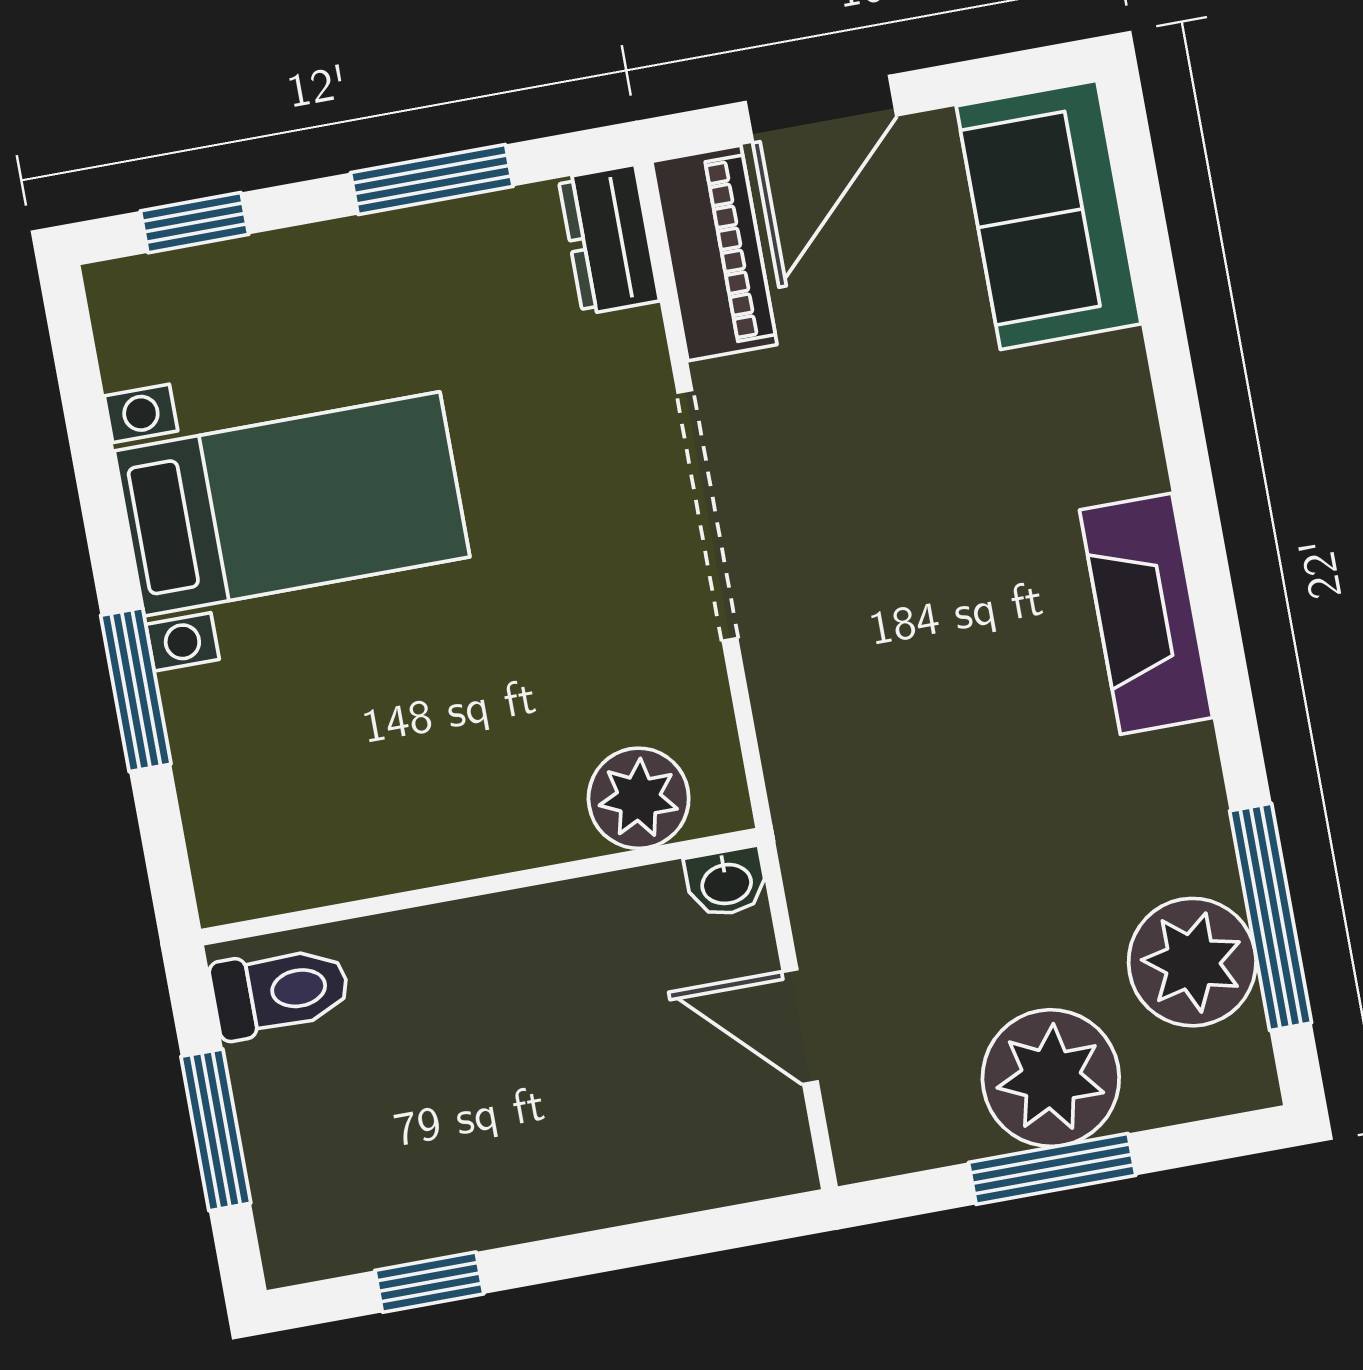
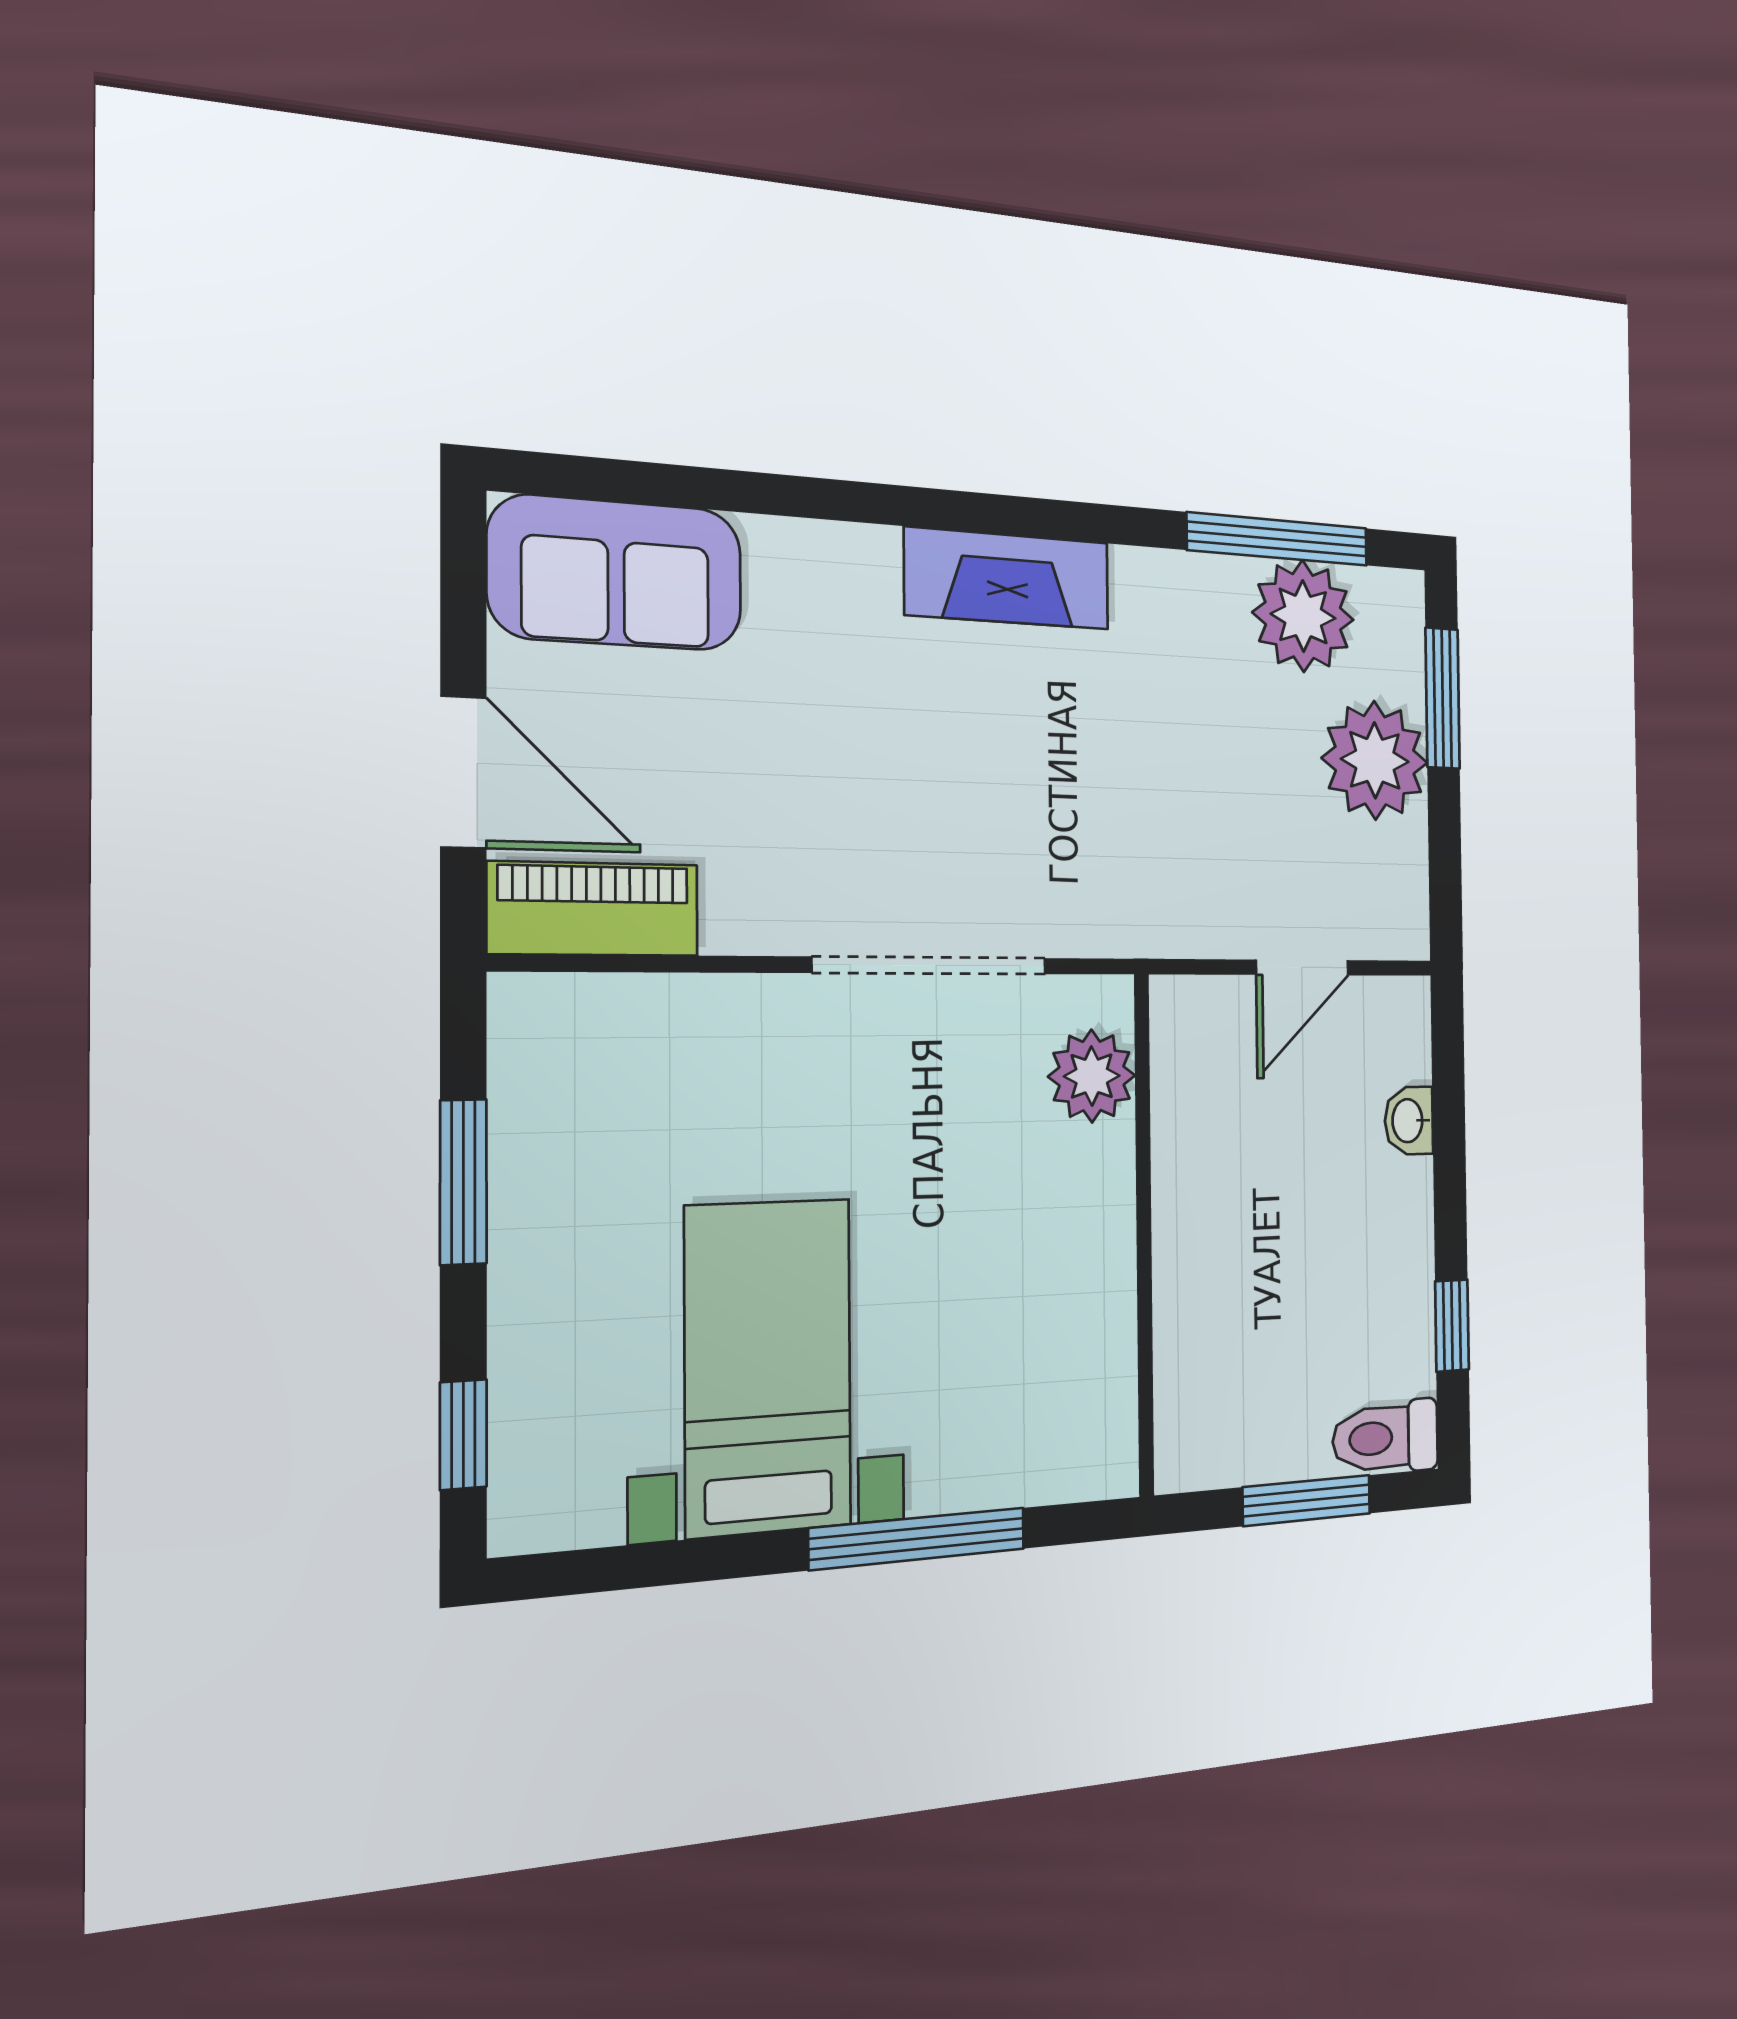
dresser: (609, 240) -> (560, 1012), removed
doorway: (707, 515) -> (931, 965), moved
window: (136, 690) -> (918, 1539), width x1.44
washbasin: (726, 882) -> (1409, 1121), moved, turned 180
toilet: (280, 992) -> (1385, 1437), moved, turned -90
window: (1052, 1169) -> (1443, 698), moved

